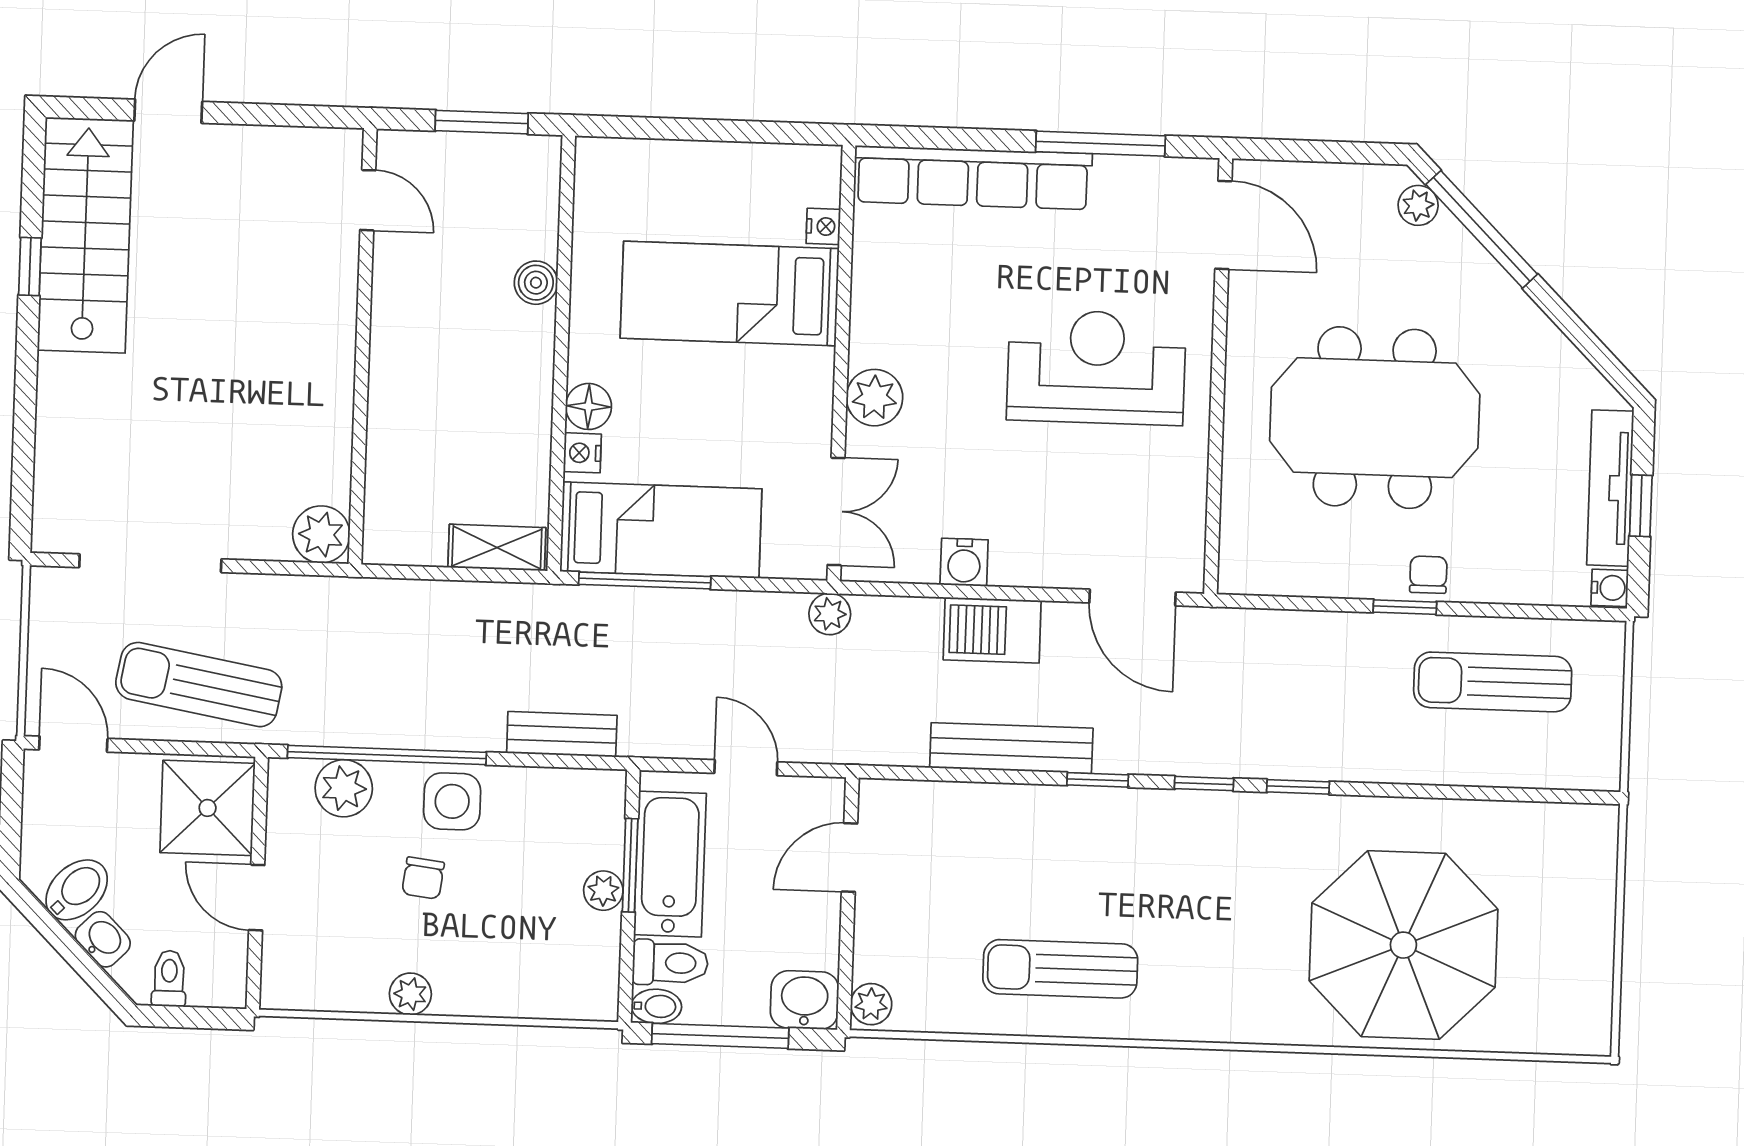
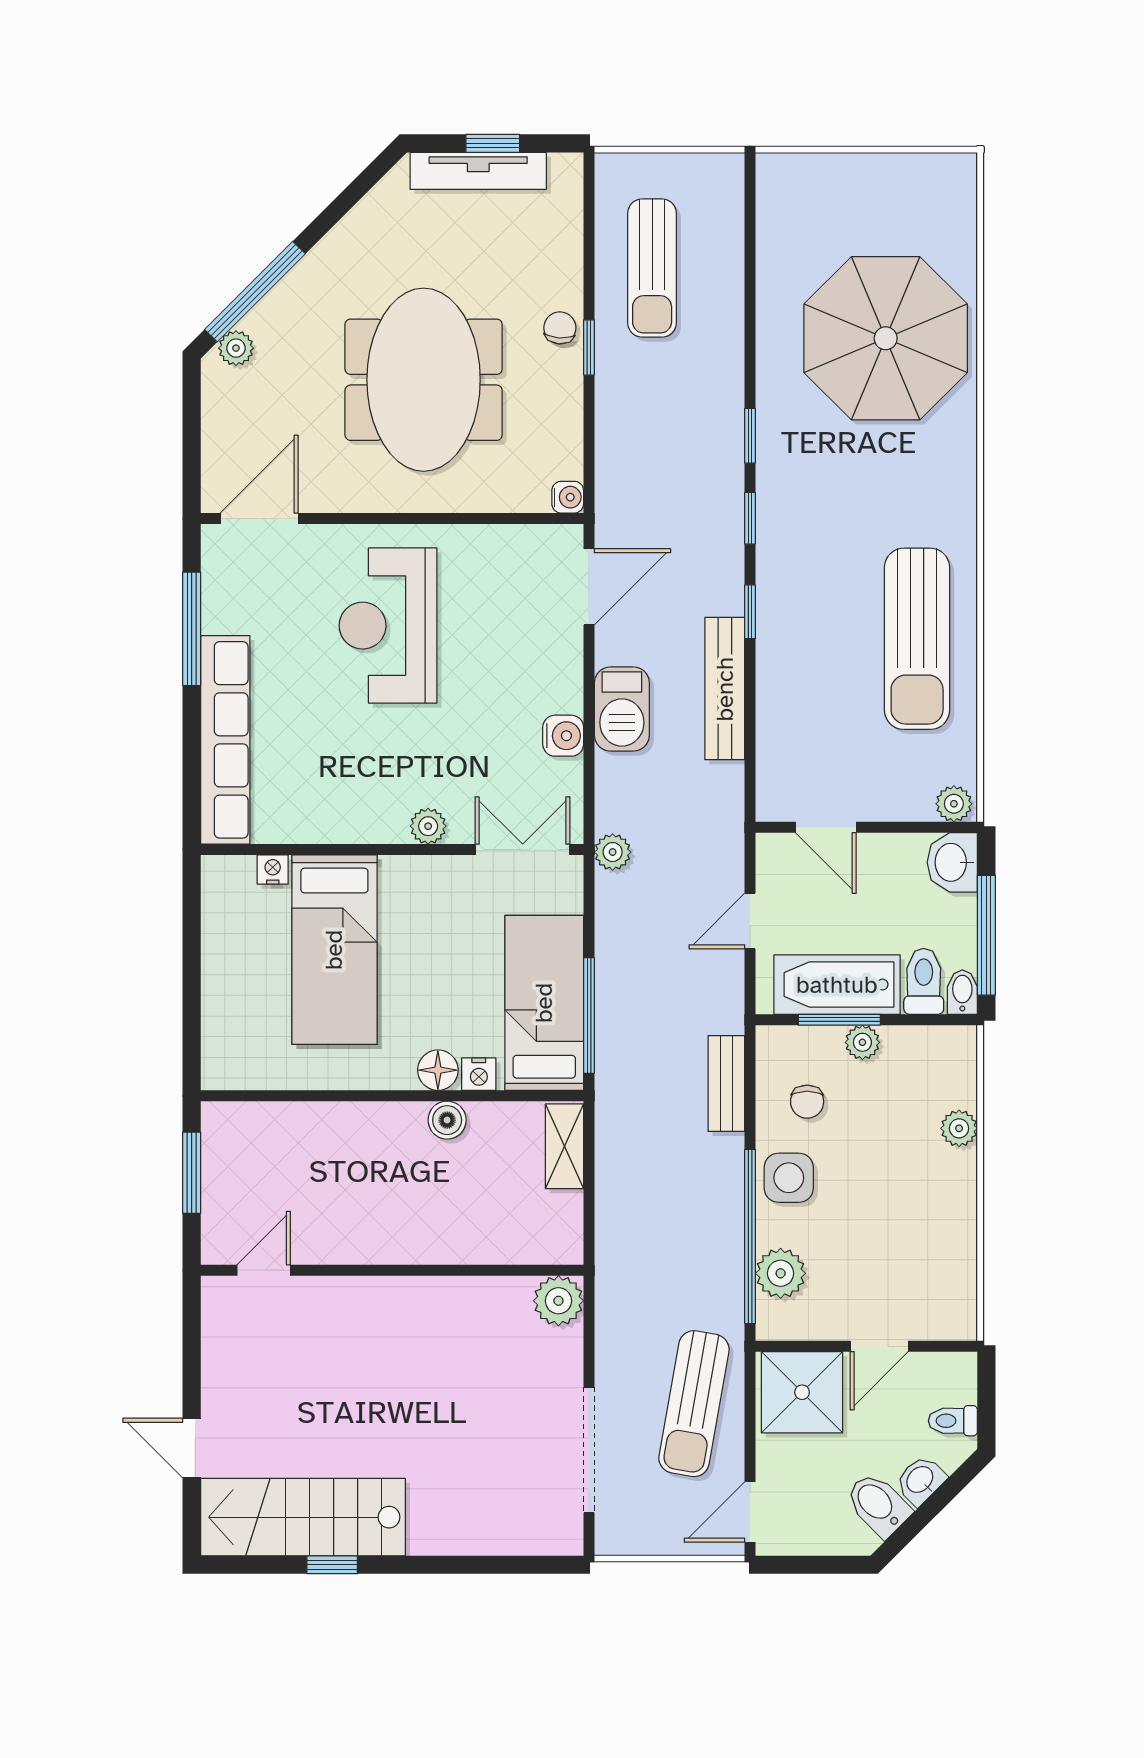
boiler: (536, 283) -> (447, 1120), moved
plant: (874, 398) -> (428, 826), width x0.73, depth x0.73
chair: (1428, 575) -> (560, 328), turned 94
water cooler: (1610, 588) -> (568, 497), moved, turned 90
chair: (423, 878) -> (807, 1102), moved, turned 83
sun lounger: (1060, 969) -> (917, 639), width x1.36, depth x1.34
plant: (410, 994) -> (959, 1128), moved

